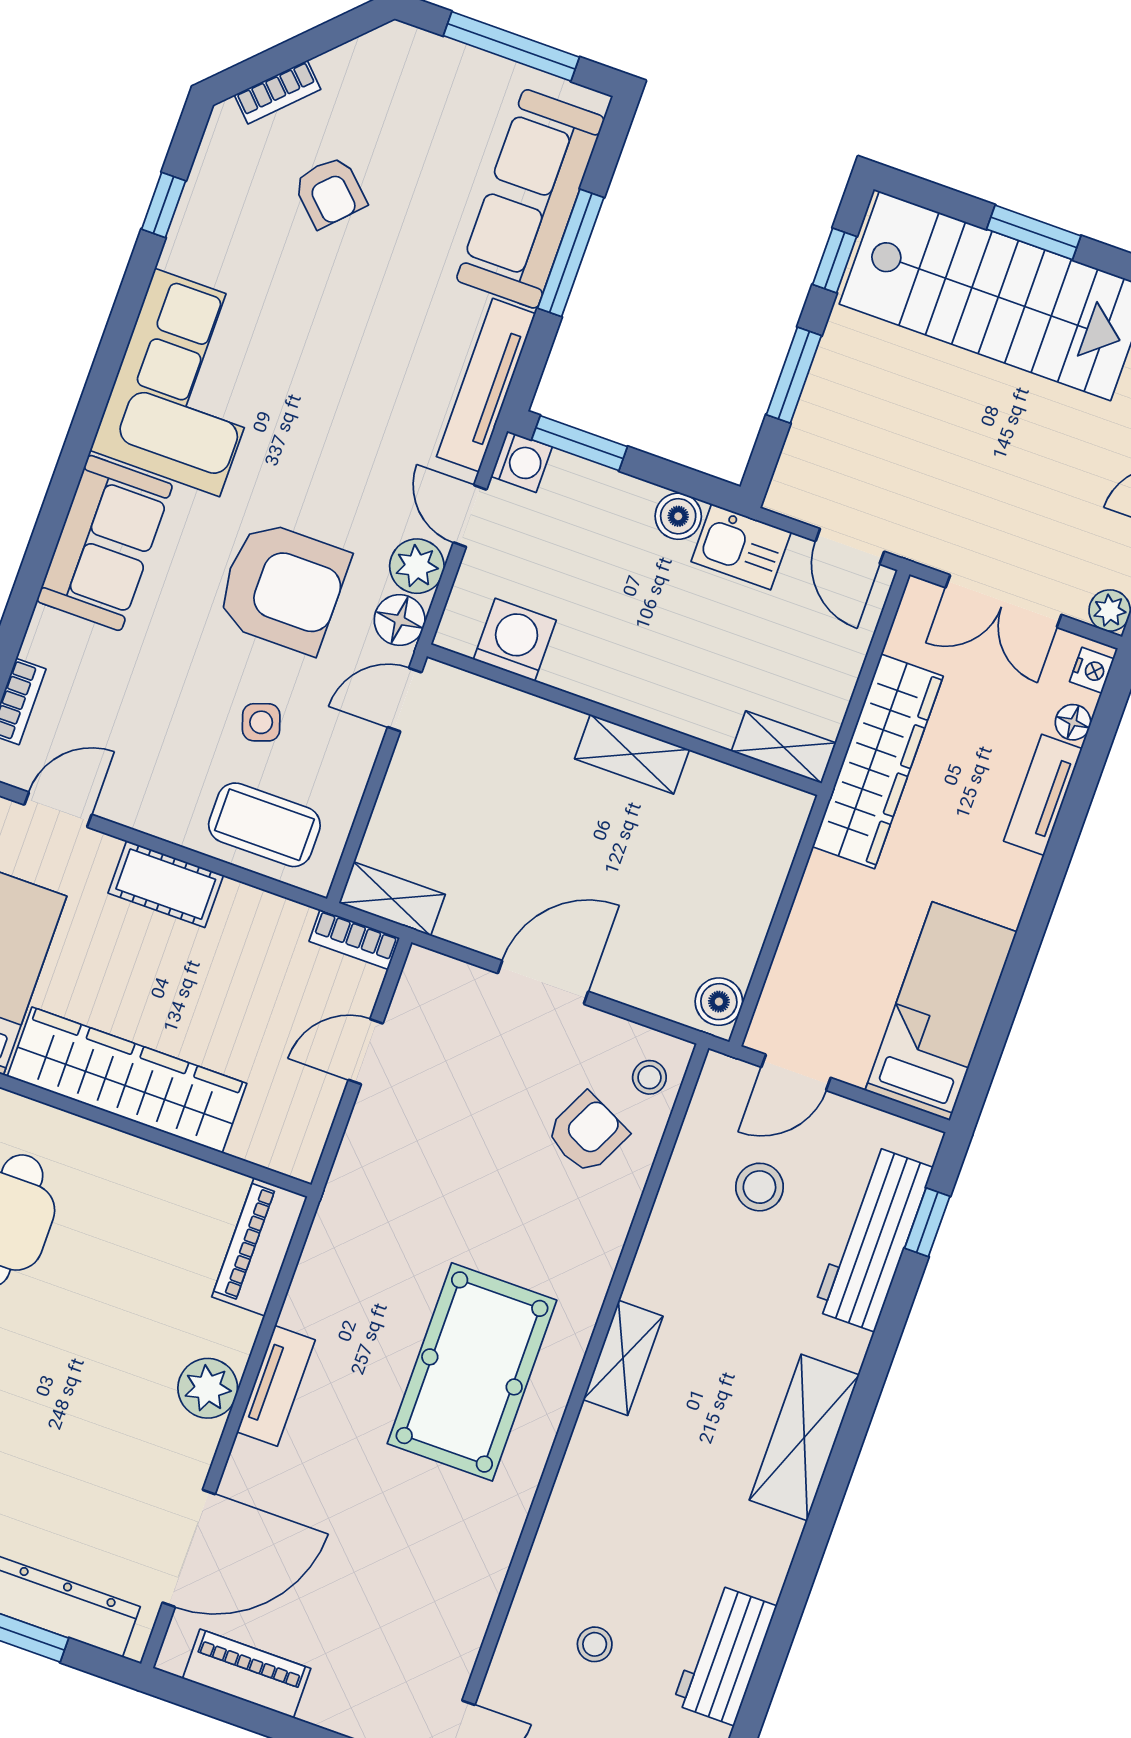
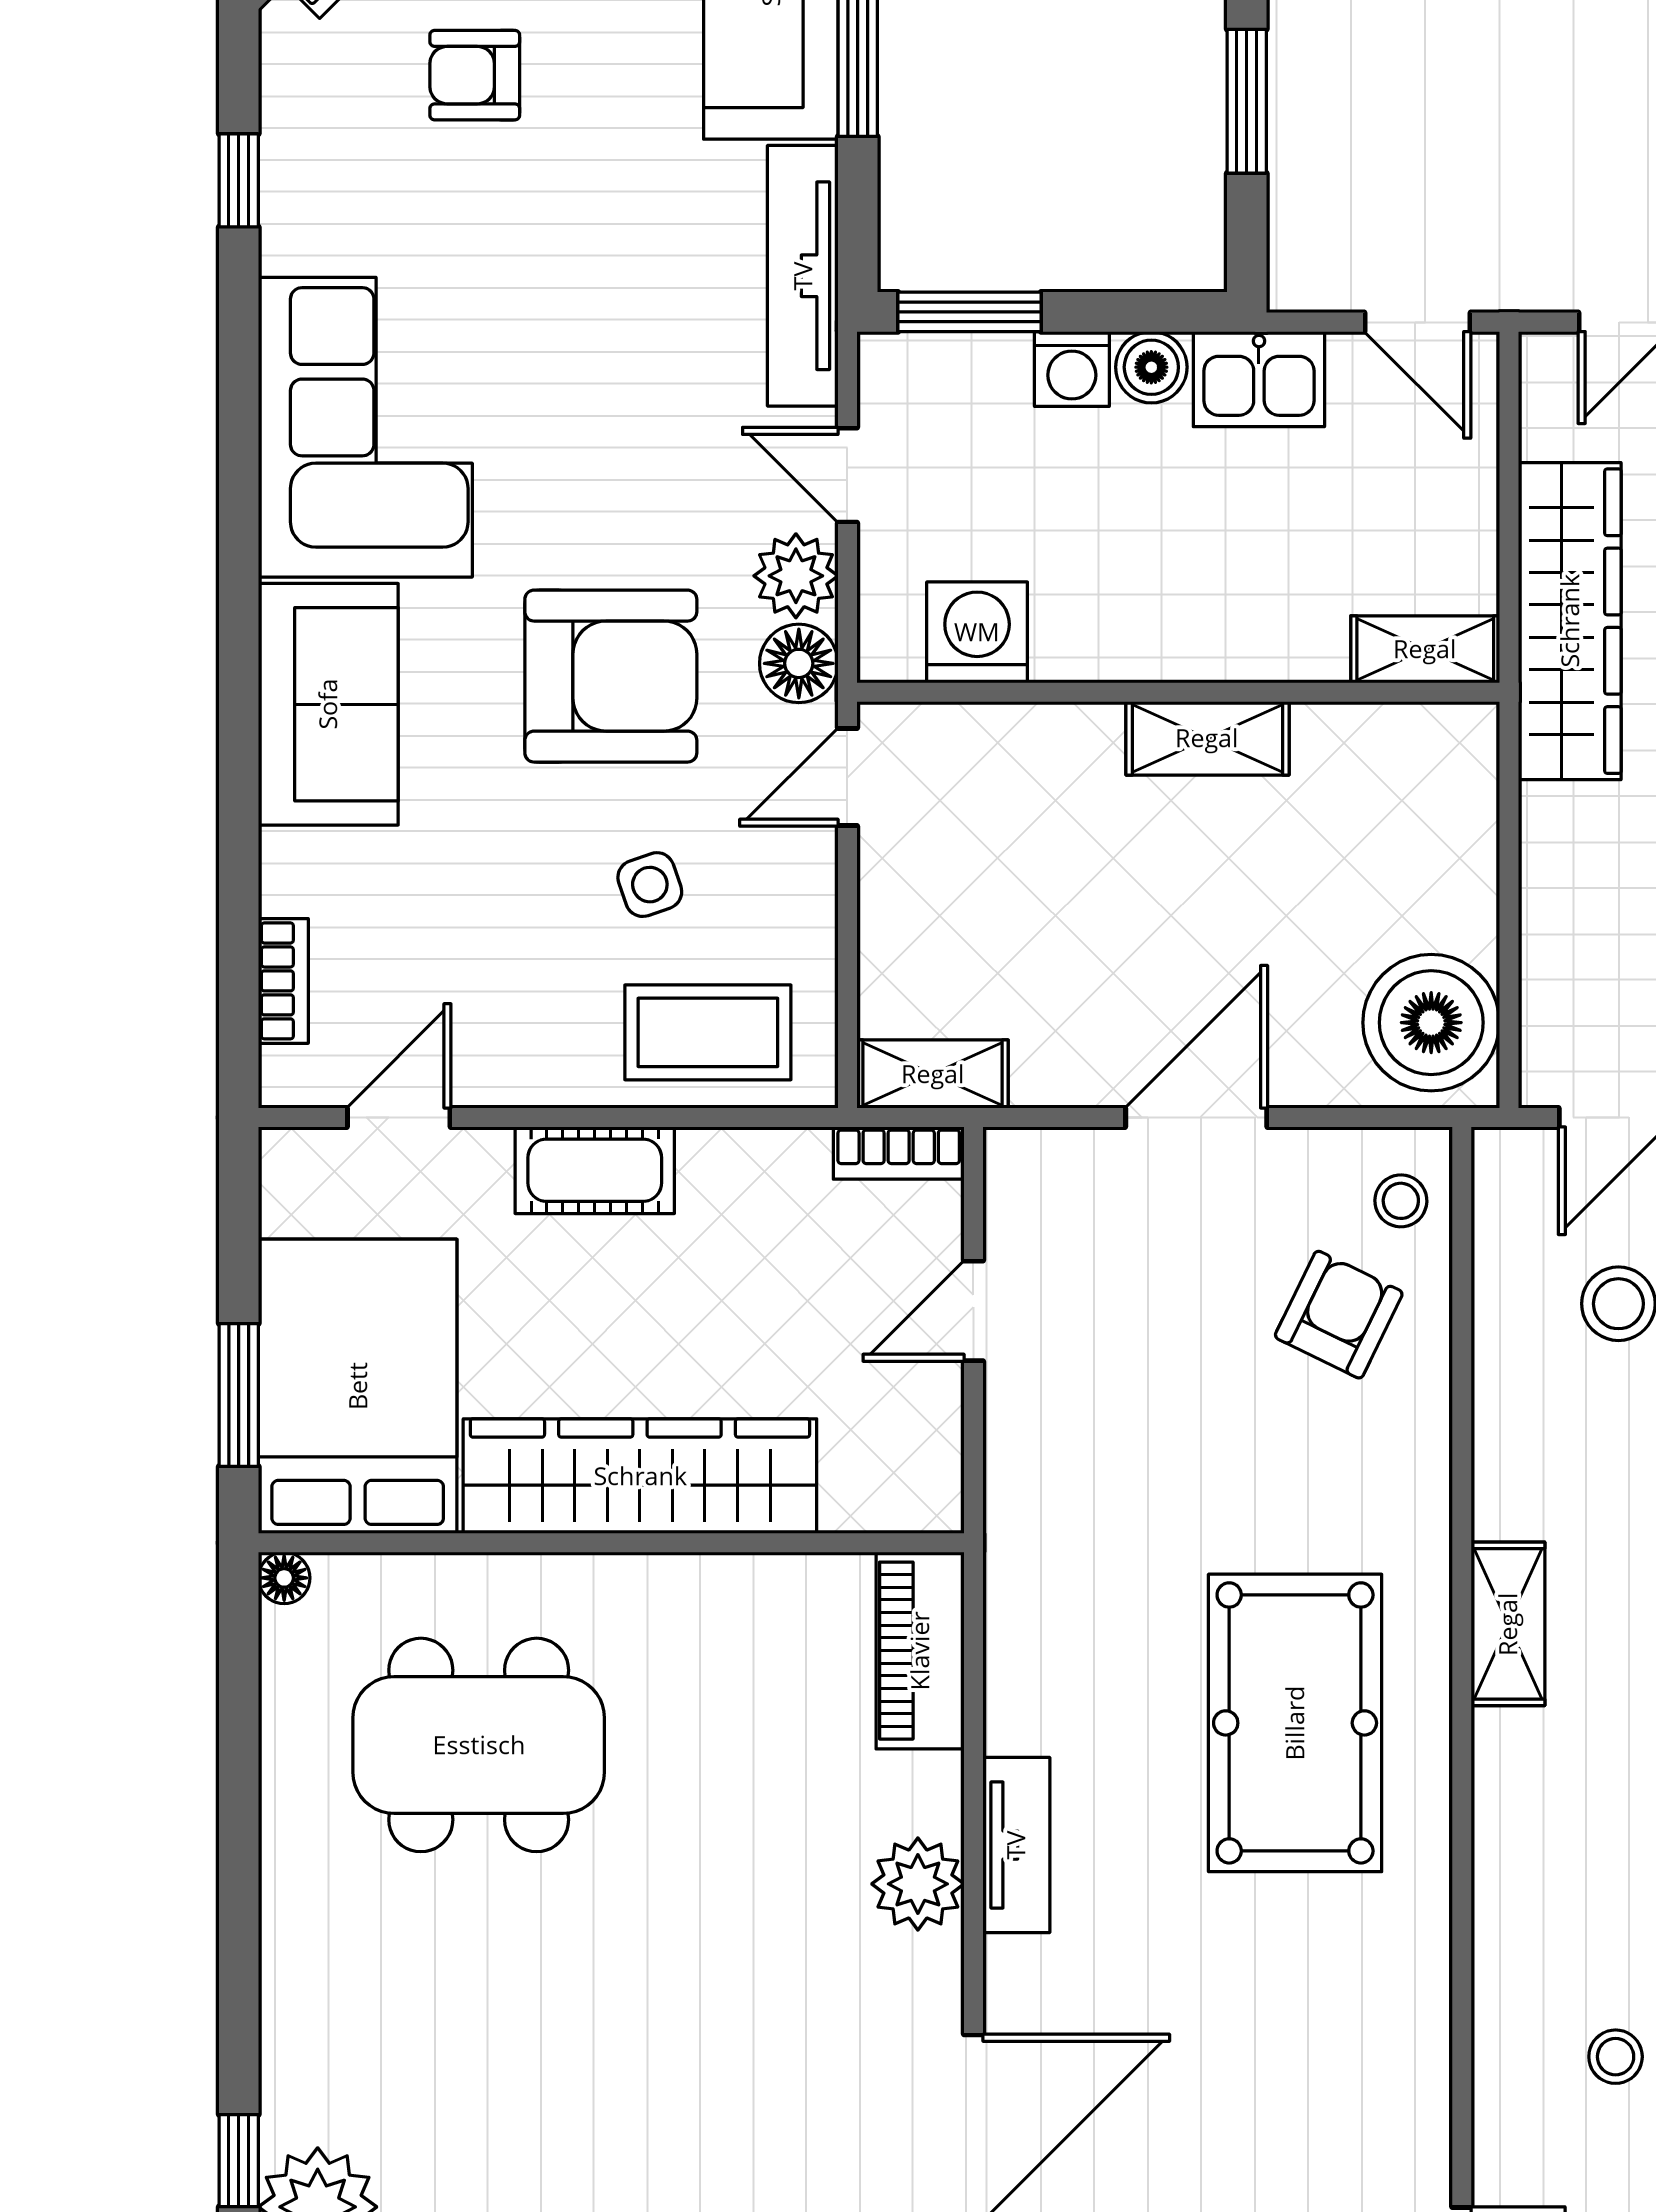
armchair: (330, 192) -> (475, 75), turned 136
washing machine: (522, 462) -> (1072, 369), moved, turned 90
boiler: (719, 1002) -> (1431, 1023), width x1.86, depth x1.86

